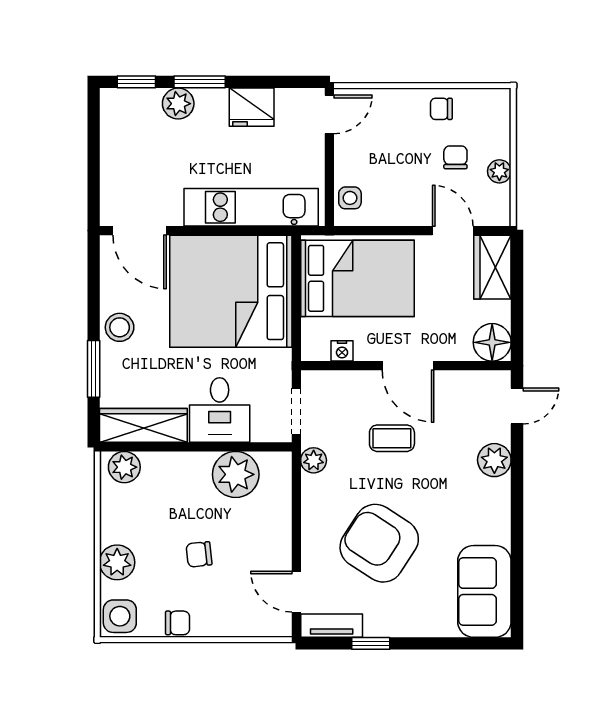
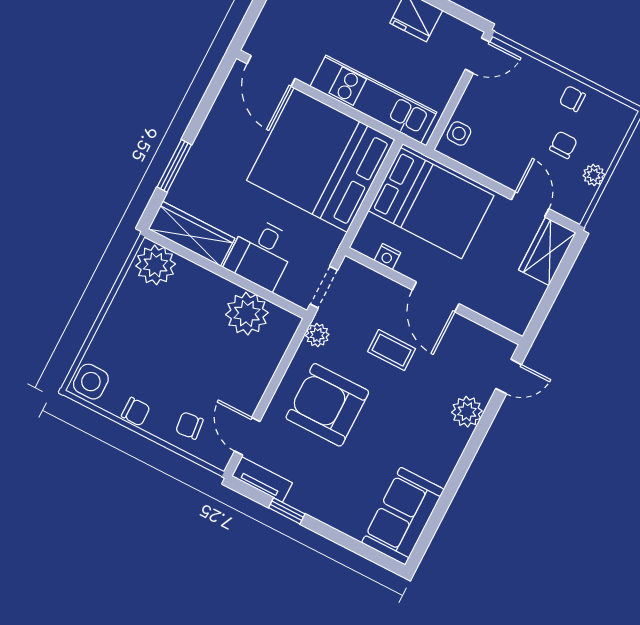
stool: (120, 327) -> (213, 143), removed
floor lamp: (492, 342) -> (515, 313), removed
plant: (124, 467) -> (156, 265), width x1.36, depth x1.36
armchair: (379, 543) -> (327, 405), moved, turned -33
chair: (199, 554) -> (189, 426), moved
plant: (117, 562) -> (112, 336), removed

